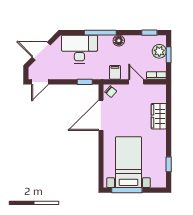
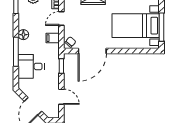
desk: (79, 49) -> (31, 66), width x0.73
door: (40, 82) -> (61, 97), moved
door: (101, 115) -> (92, 51), hinge flipped

